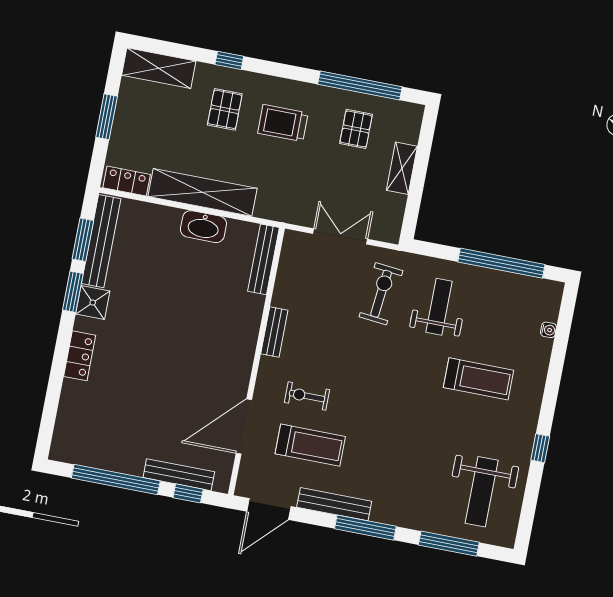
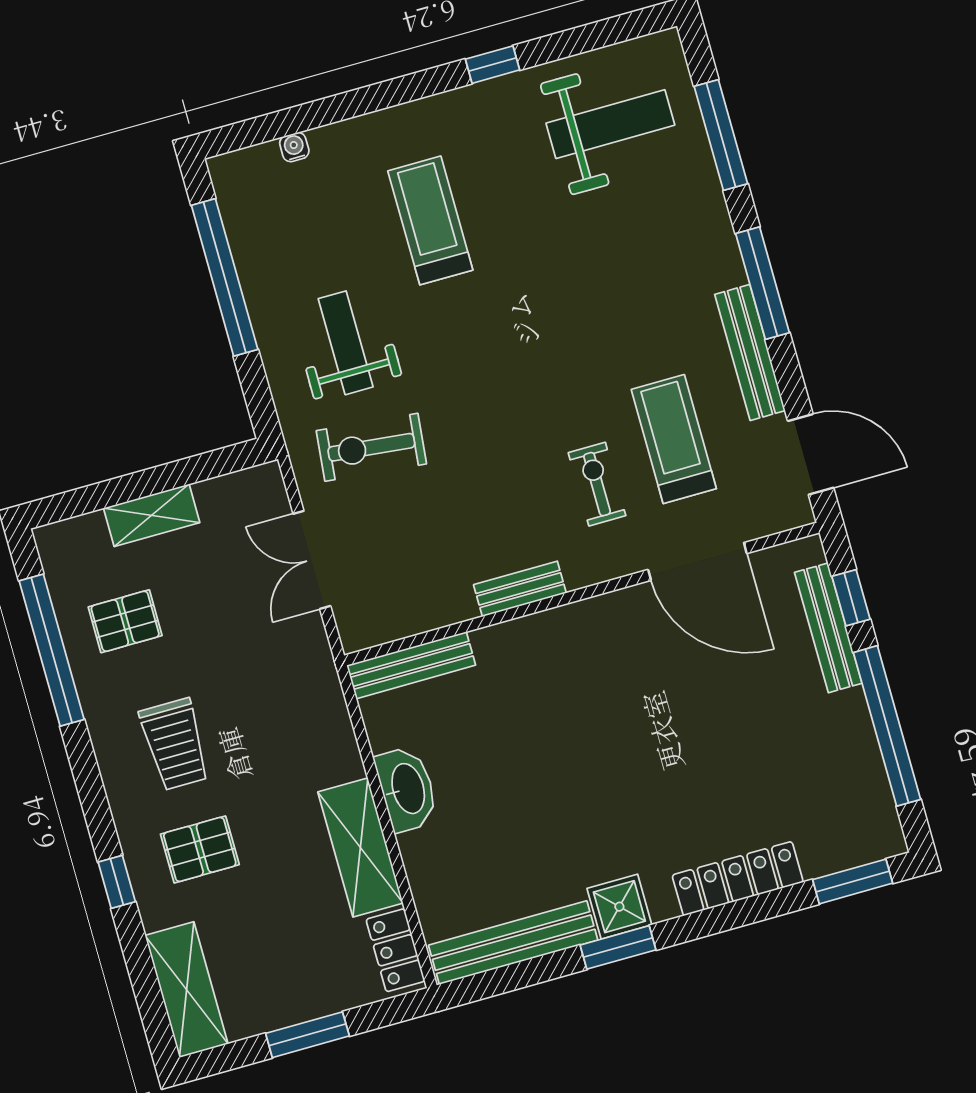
shelving: (202, 192) -> (360, 847), width x0.68
window: (83, 240) -> (853, 881), moved
weight bench: (439, 307) -> (346, 343), turned 90
locker: (80, 356) -> (738, 879), width x1.53
exercise bike: (307, 396) -> (597, 484), turned 180

